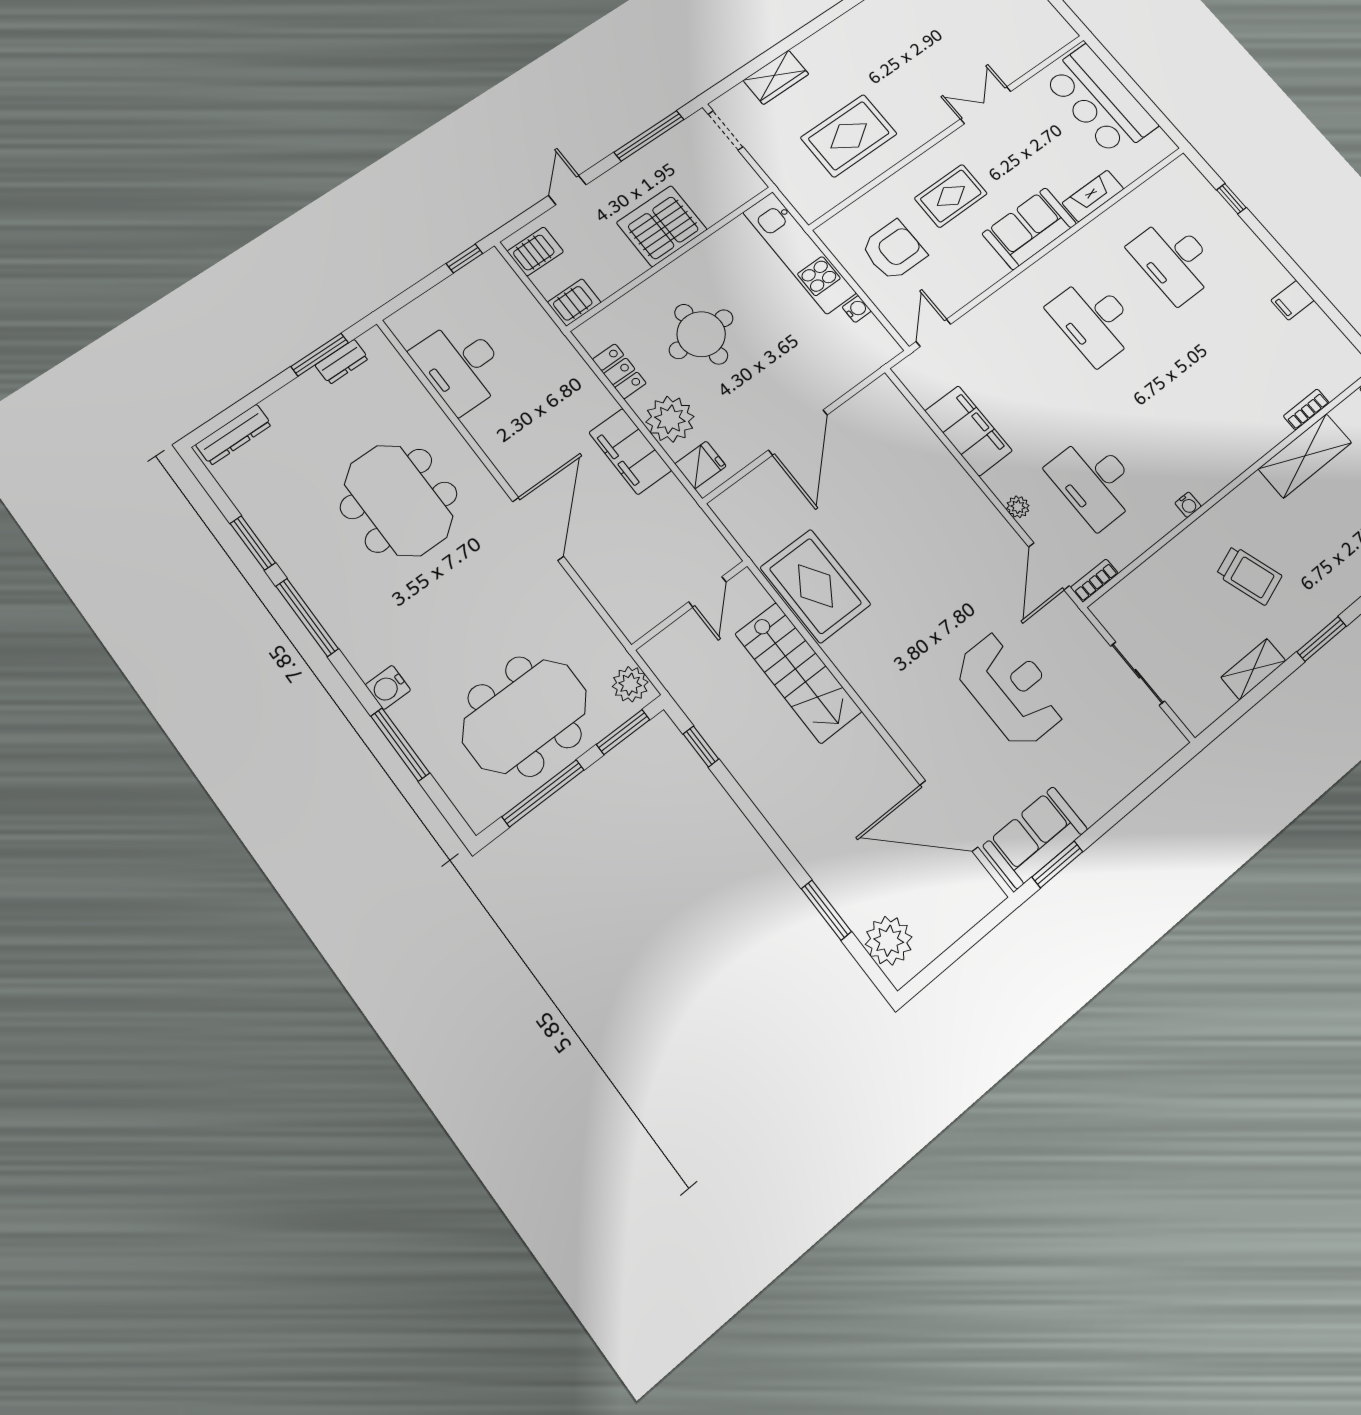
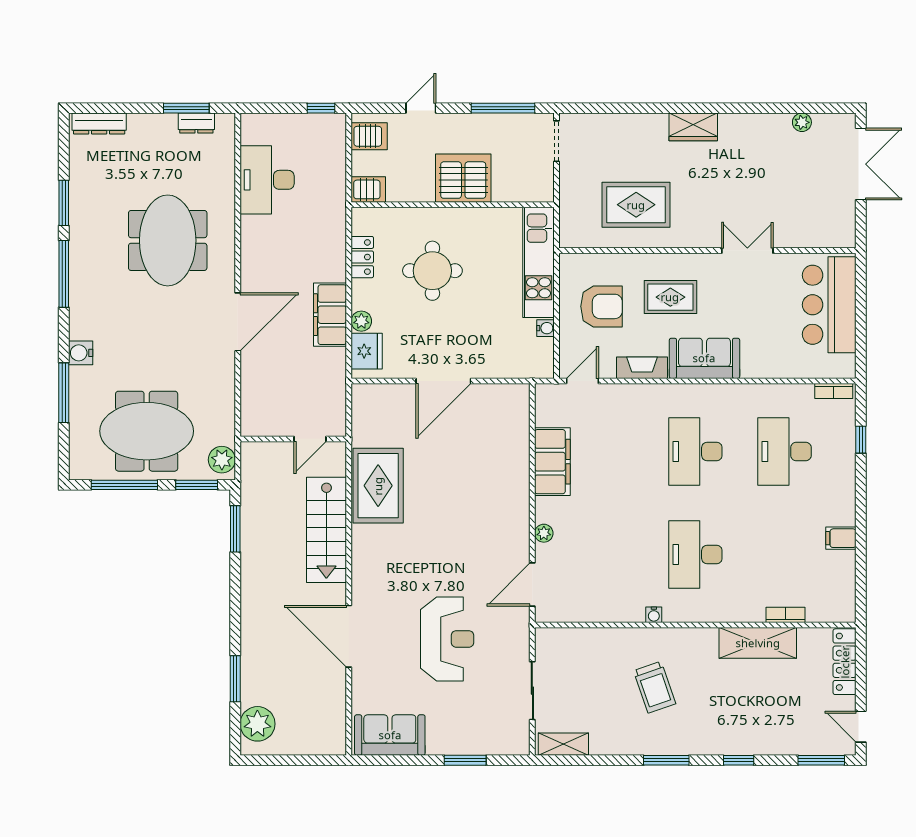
wardrobe: (776, 77) -> (693, 127), moved
fireplace: (1093, 196) -> (642, 368), moved
plant: (670, 419) -> (361, 321), width x0.53, depth x0.53
fridge: (701, 465) -> (367, 351), width x1.38
desk: (1094, 481) -> (695, 554), moved
bookcase: (1094, 580) -> (834, 391), moved, turned 180
shelving: (1253, 669) -> (563, 744), moved
window: (701, 747) -> (235, 529), width x1.50
door: (949, 816) -> (349, 636), moved
window: (1057, 864) -> (465, 760), moved

